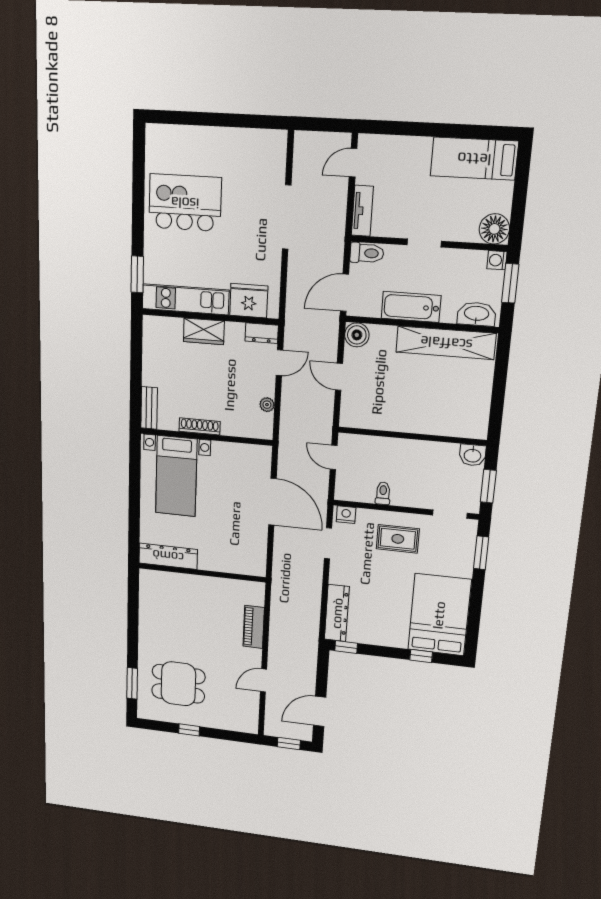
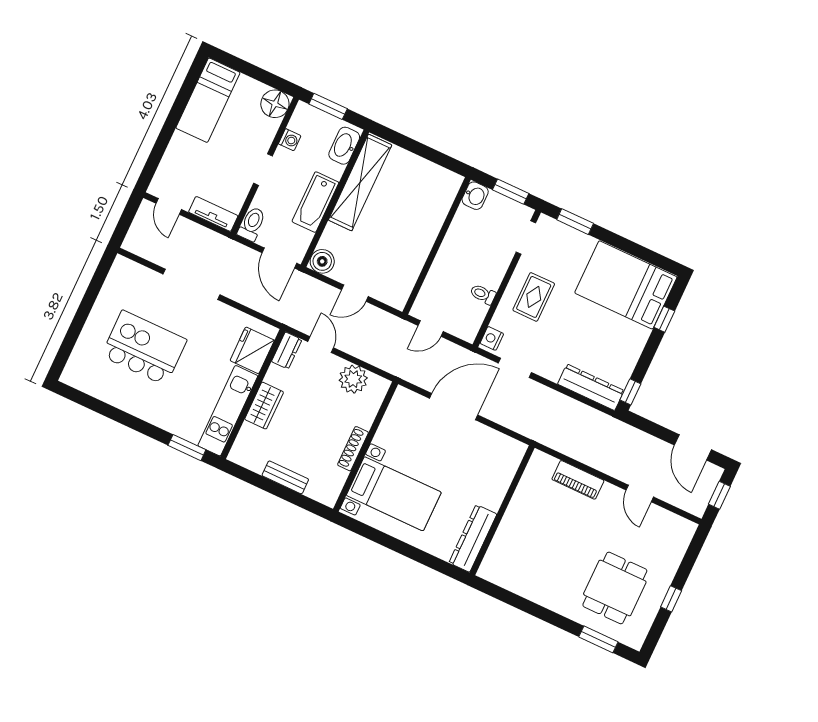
kitchen island: (185, 203) -> (144, 348), moved, turned 90
washing machine: (497, 260) -> (290, 140), moved, turned -90
plant: (267, 405) -> (353, 379), width x1.88, depth x1.88
bench: (149, 408) -> (285, 477), moved

